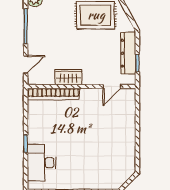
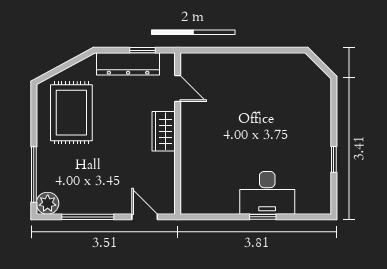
wardrobe: (68, 77) -> (164, 131), moved
bookcase: (53, 94) -> (189, 176), removed
desk: (42, 163) -> (267, 193), moved

